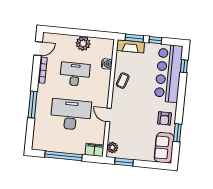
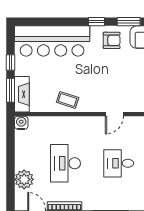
plant: (83, 43) -> (24, 179), moved
water cooler: (107, 64) -> (21, 123), moved
window: (184, 66) -> (97, 22), moved
desk: (71, 115) -> (119, 163), width x0.53, depth x0.77

